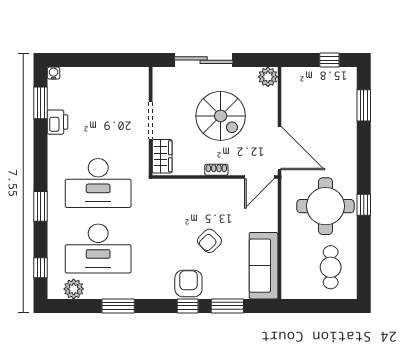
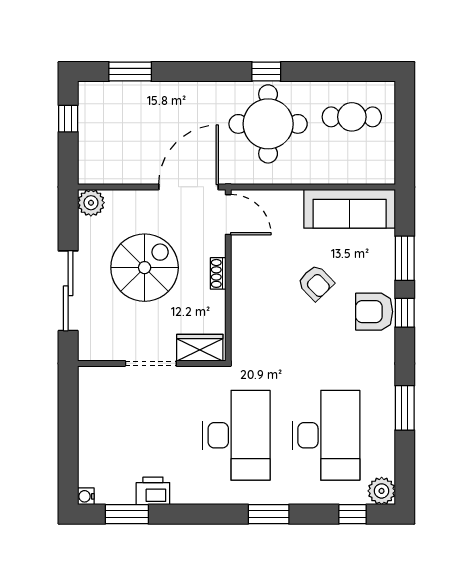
plant: (74, 289) -> (382, 491), moved

